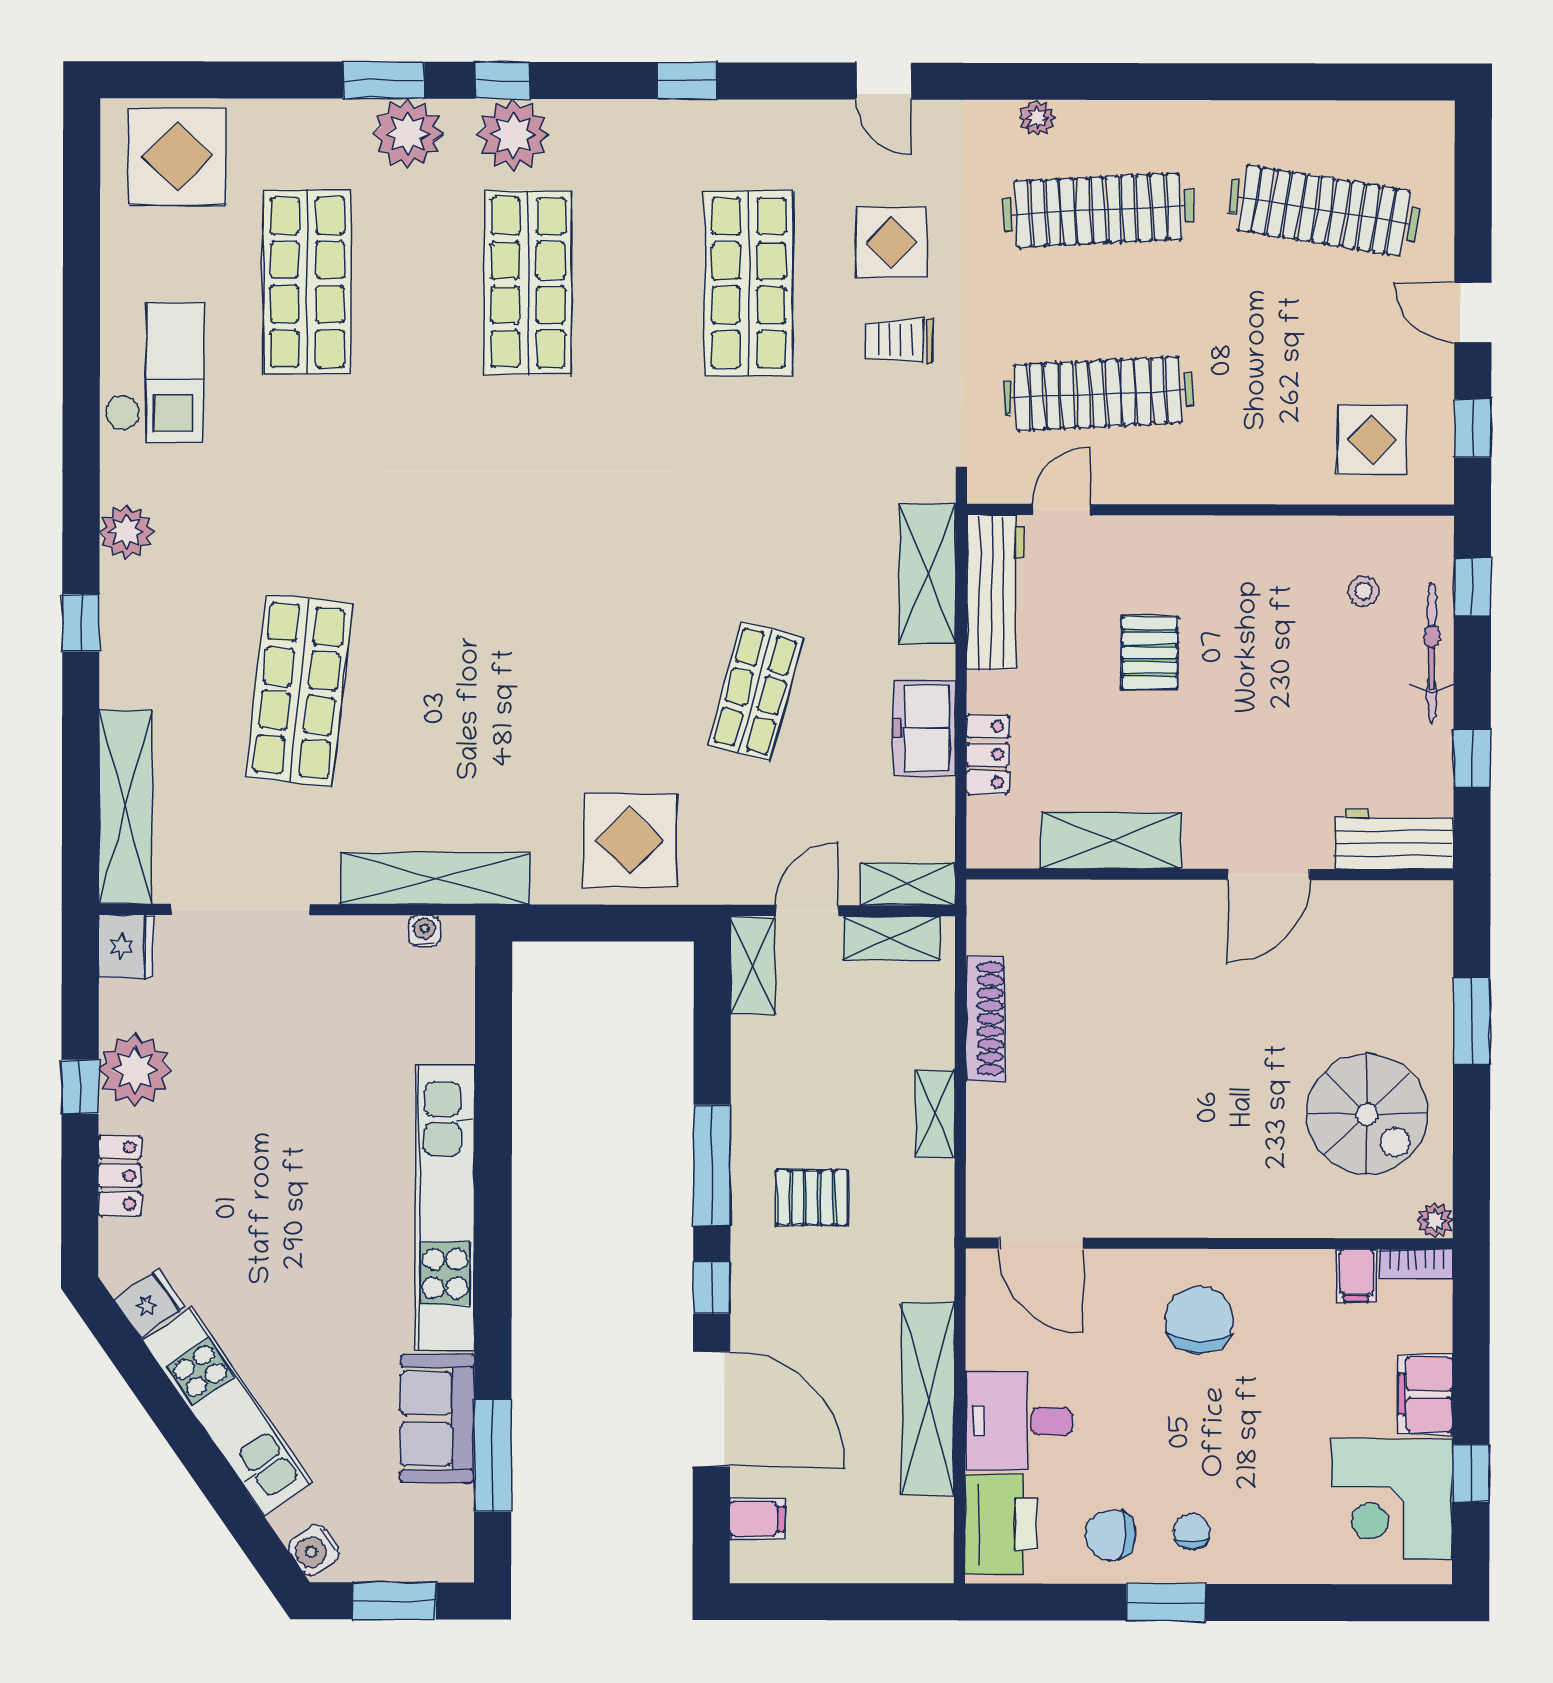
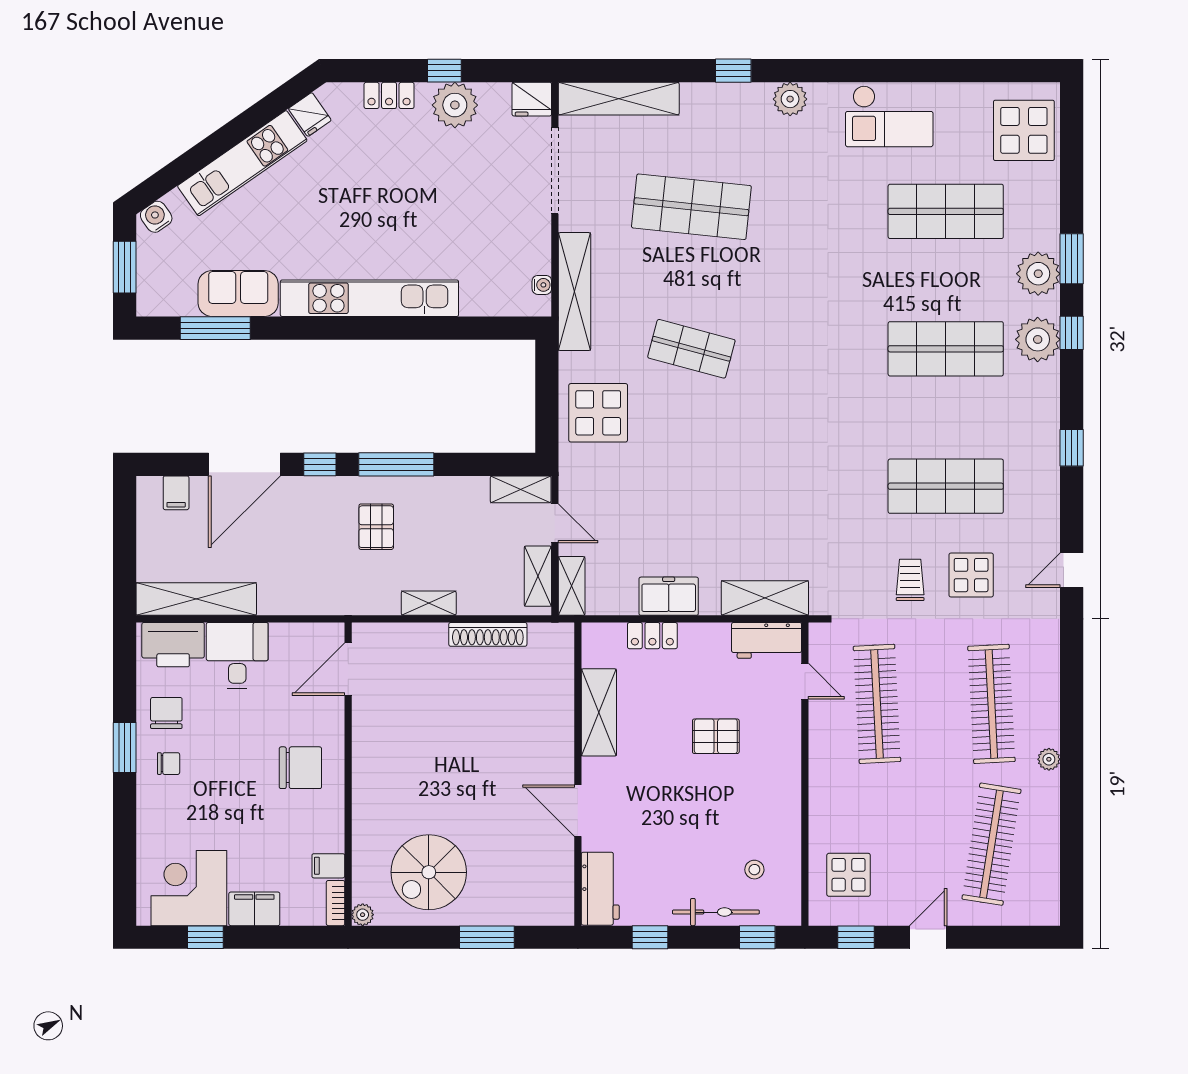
plant: (1037, 118) -> (1049, 759), moved
workbench: (996, 592) -> (767, 640), width x0.73
shop shelf: (755, 691) -> (691, 349), moved
shelving: (928, 1399) -> (196, 599), moved

